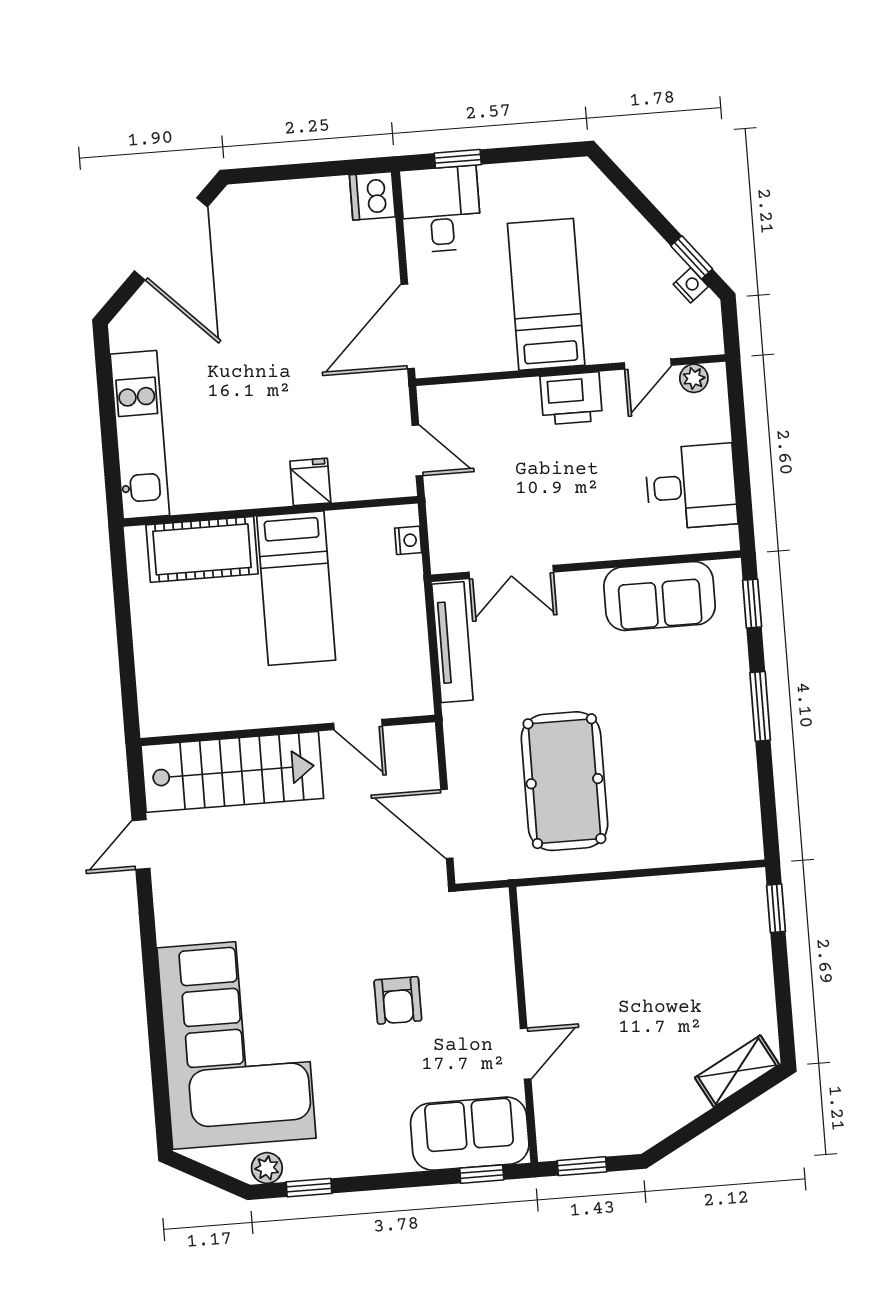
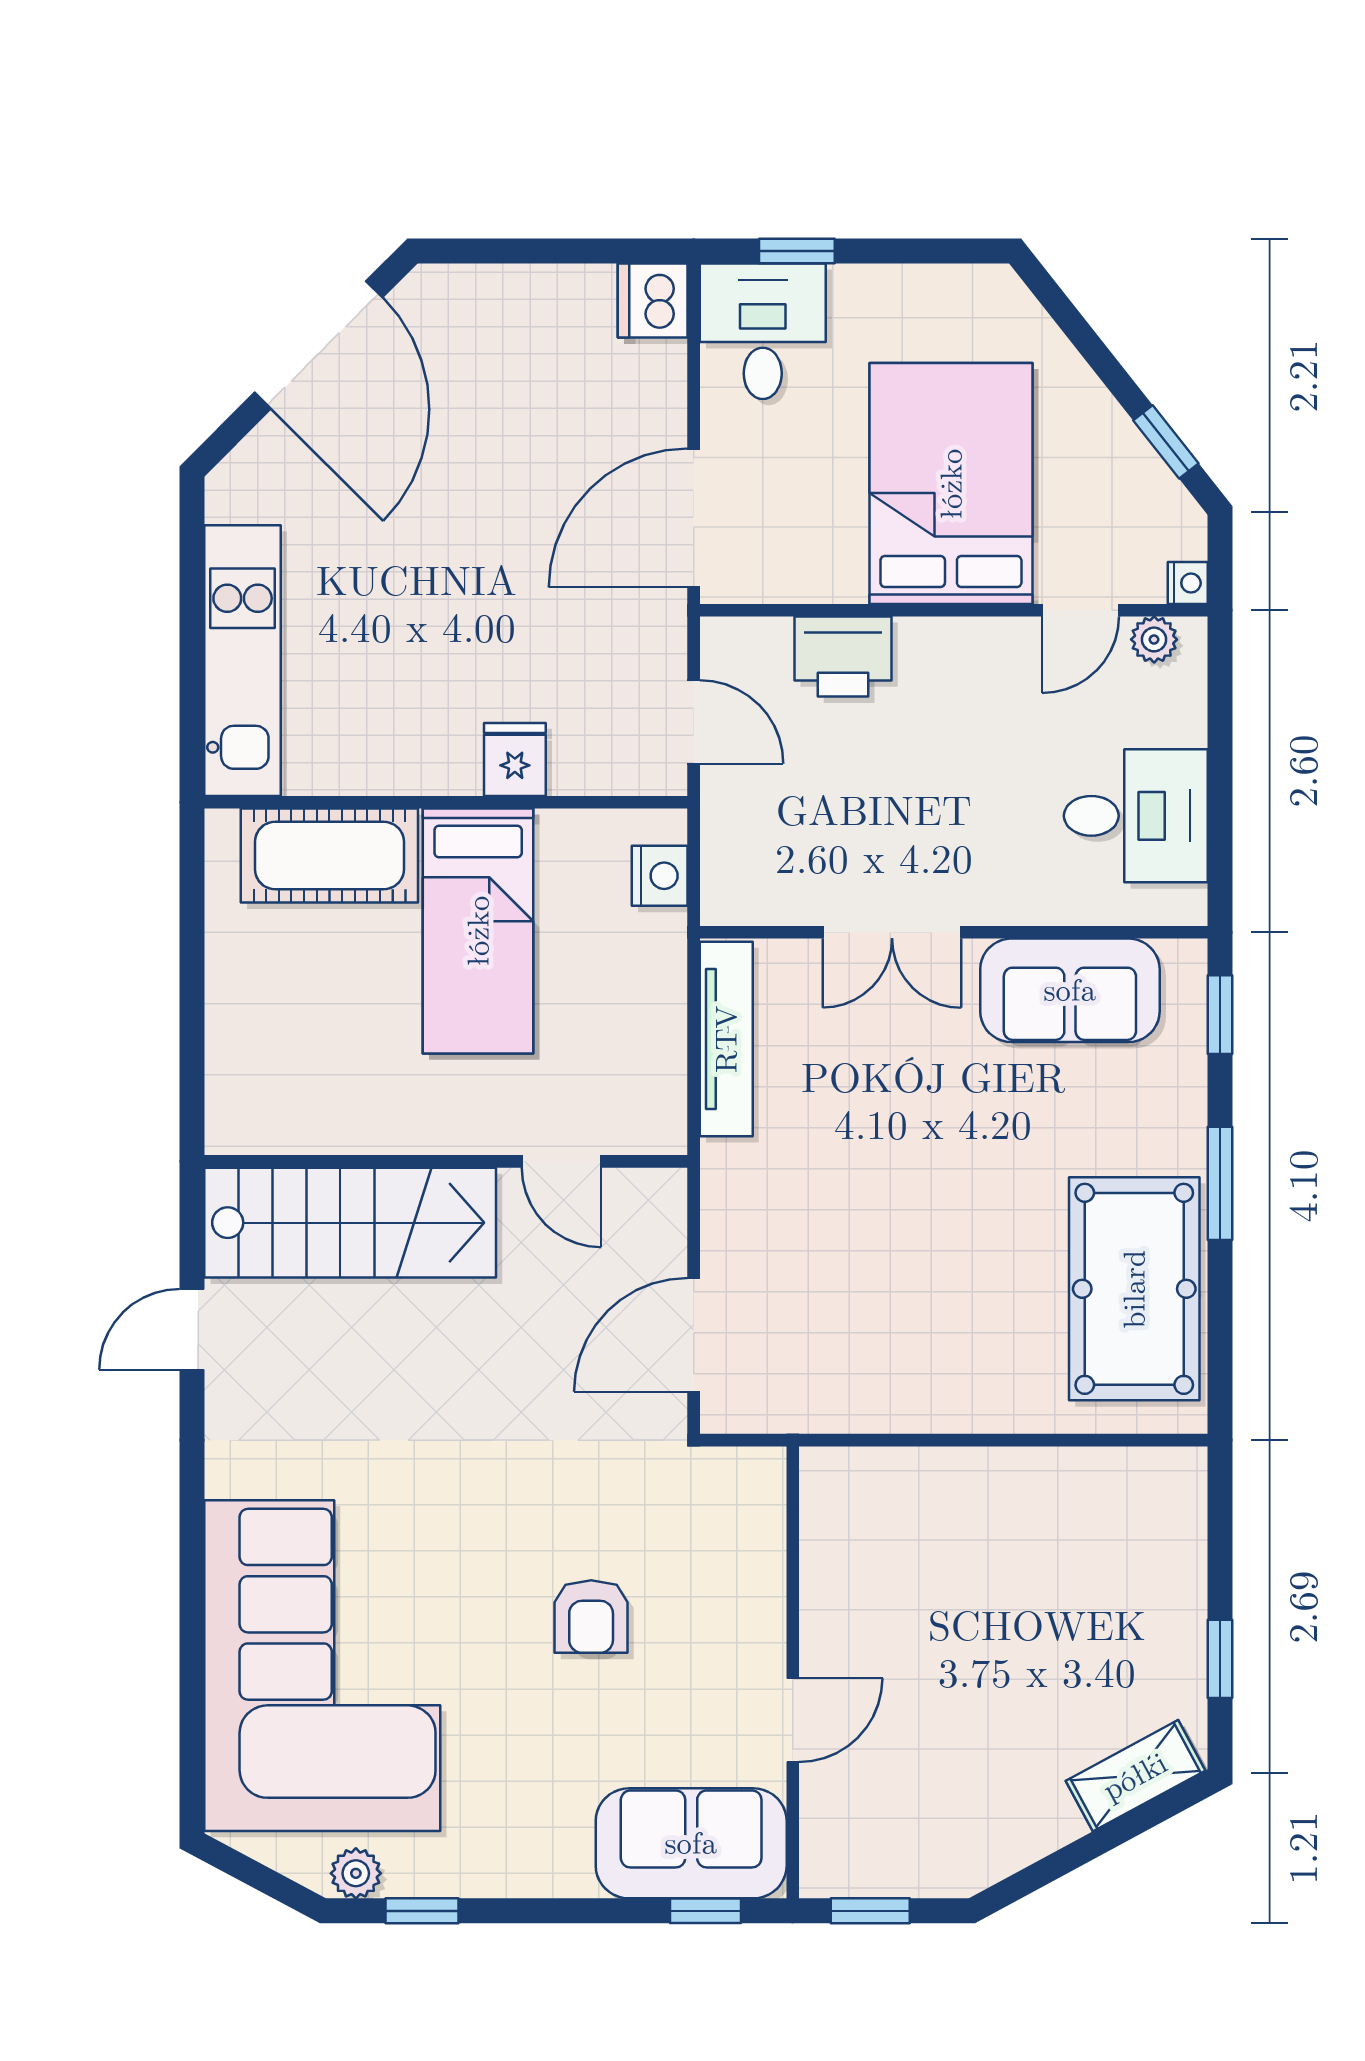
nightstand: (691, 285) -> (1188, 583), moved, turned 38
bed: (546, 294) -> (951, 484), width x1.50
printer: (571, 398) -> (843, 656), moved
nightstand: (408, 540) -> (660, 876), width x1.39, depth x1.35
double door: (511, 572) -> (892, 932), moved
pool table: (564, 781) -> (1134, 1289), moved
door: (447, 824) -> (694, 1335), hinge flipped
window: (776, 908) -> (1220, 1659), moved

